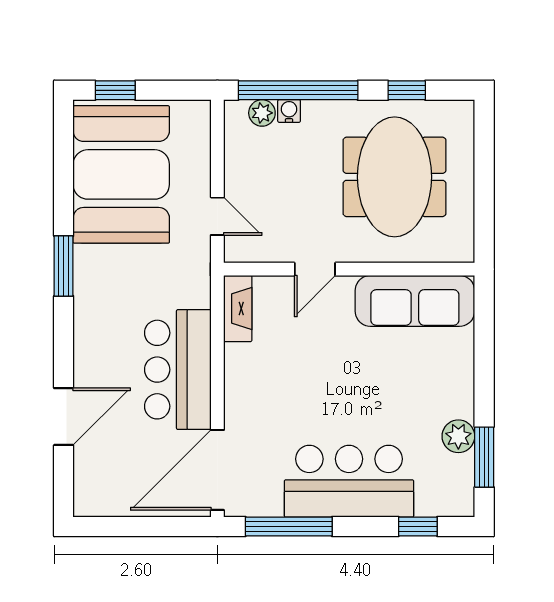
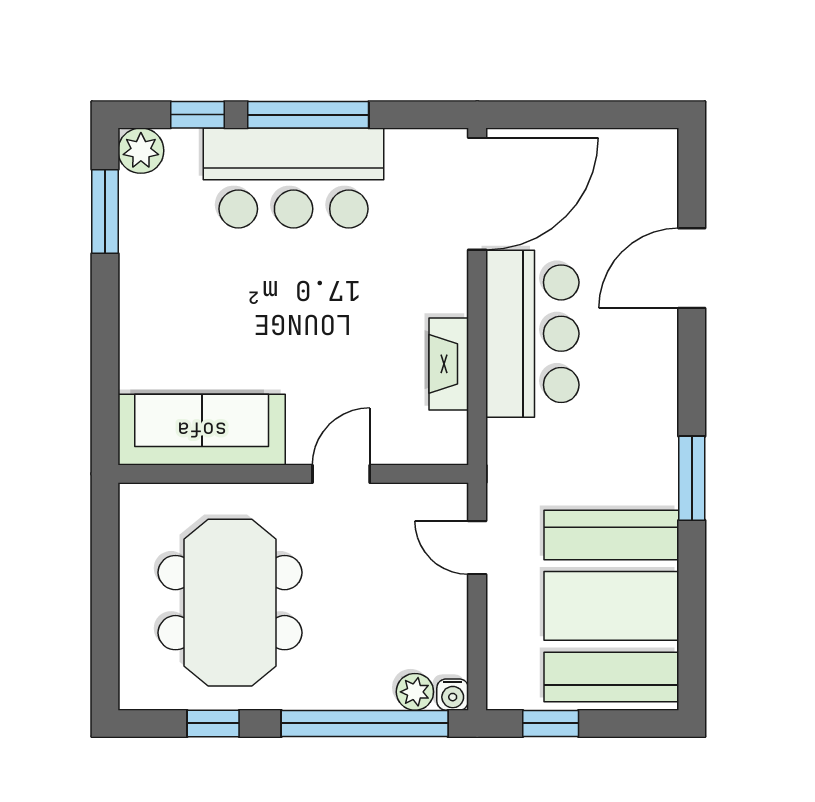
window: (115, 90) -> (551, 723), moved
water cooler: (289, 111) -> (453, 695), moved
fireplace: (238, 308) -> (449, 364), moved
plant: (458, 436) -> (141, 151), moved
window: (289, 527) -> (308, 115), moved

